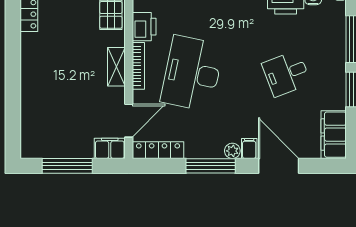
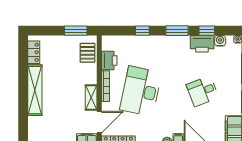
shelving: (116, 67) -> (91, 98), moved
shelving: (31, 72) -> (35, 90), added

